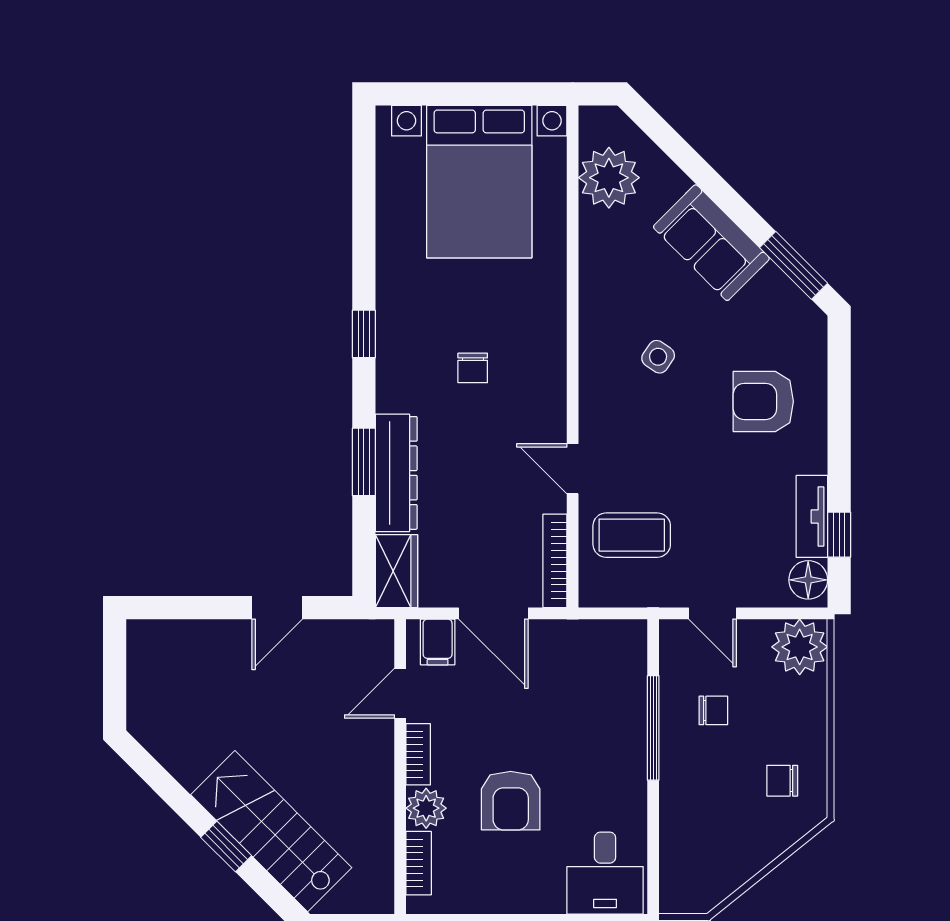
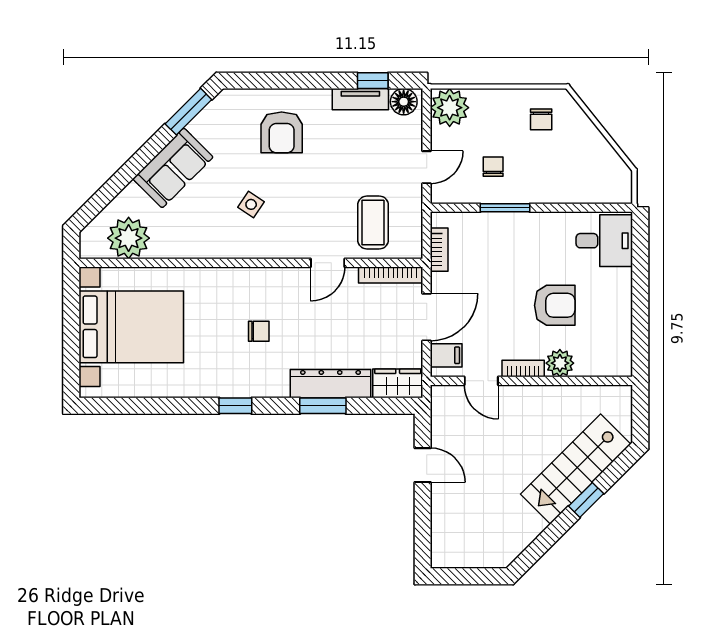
window: (653, 728) -> (505, 208), width x0.69
bookcase: (419, 863) -> (439, 250), moved, turned 90

